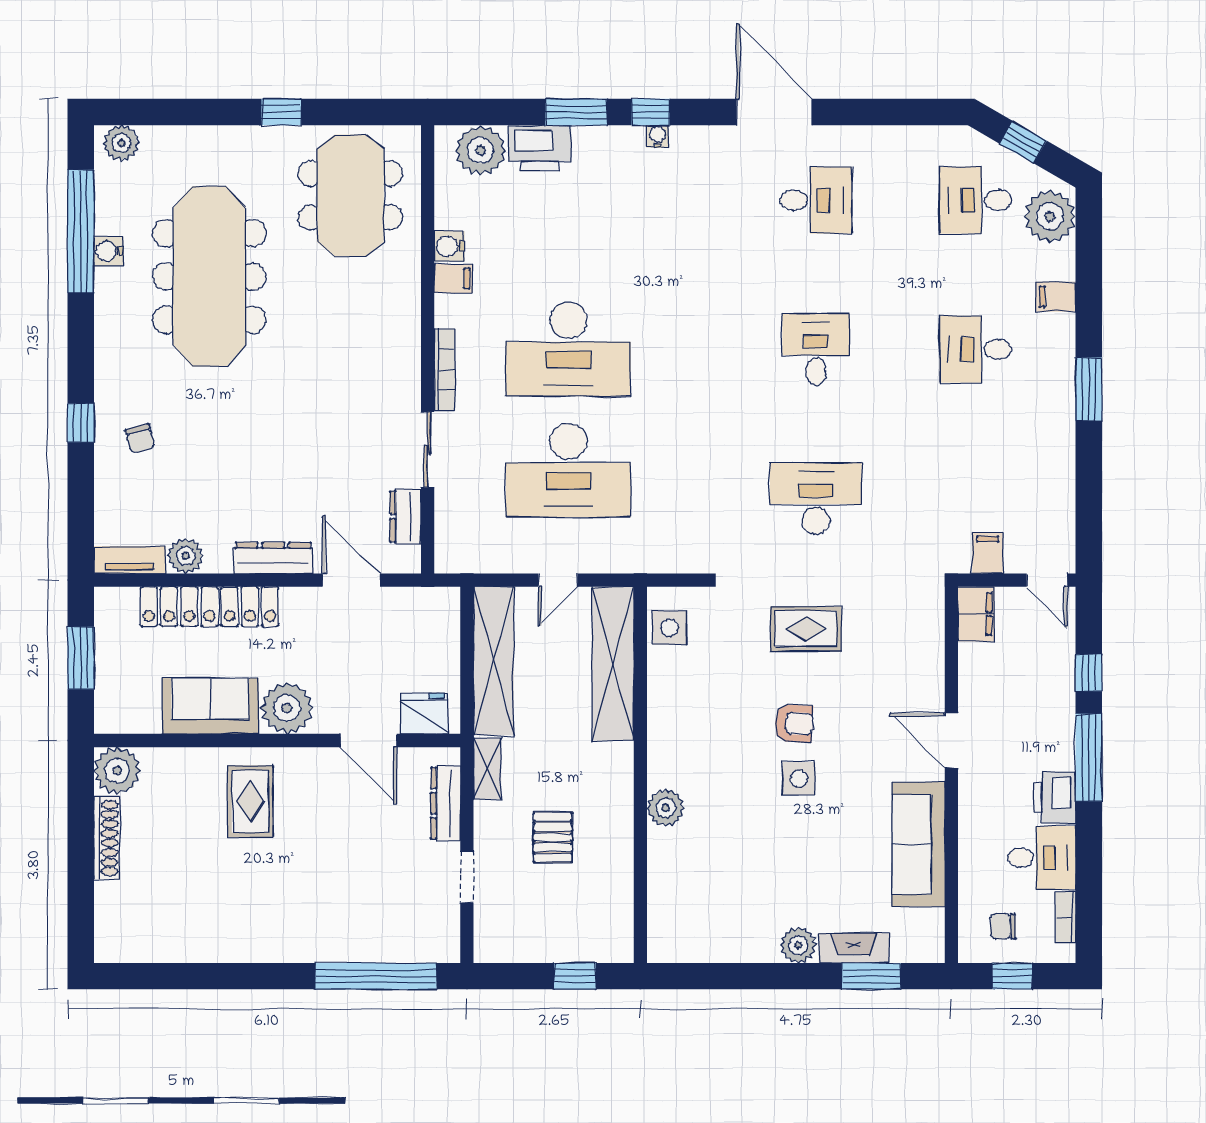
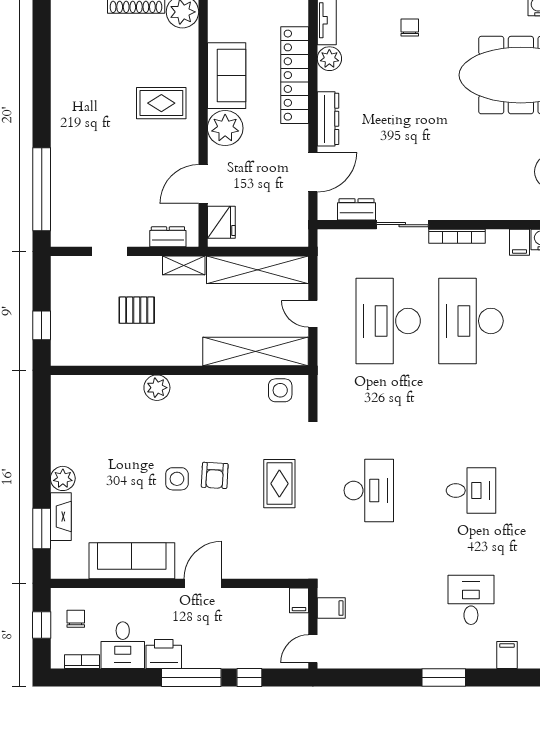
chair: (140, 439) -> (410, 28), turned 105
filing cabinet: (976, 614) -> (299, 600), width x0.50
dresser: (446, 803) -> (168, 237), width x0.70

